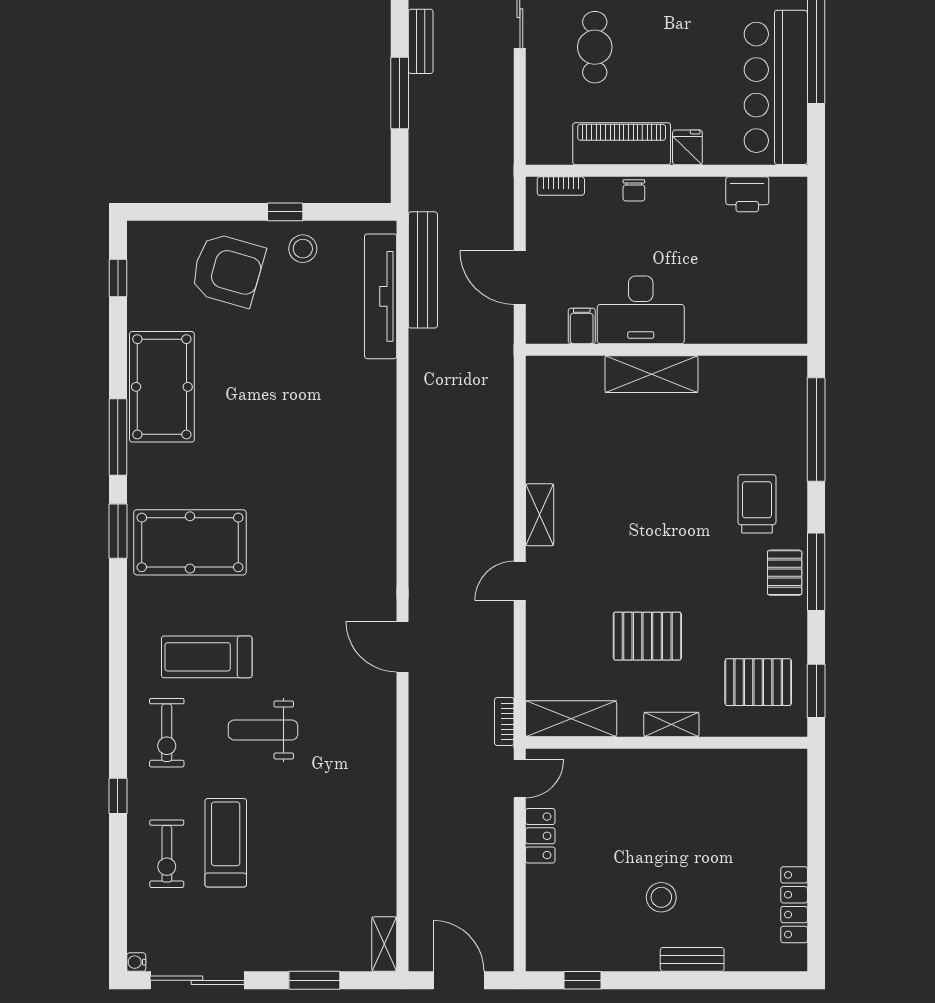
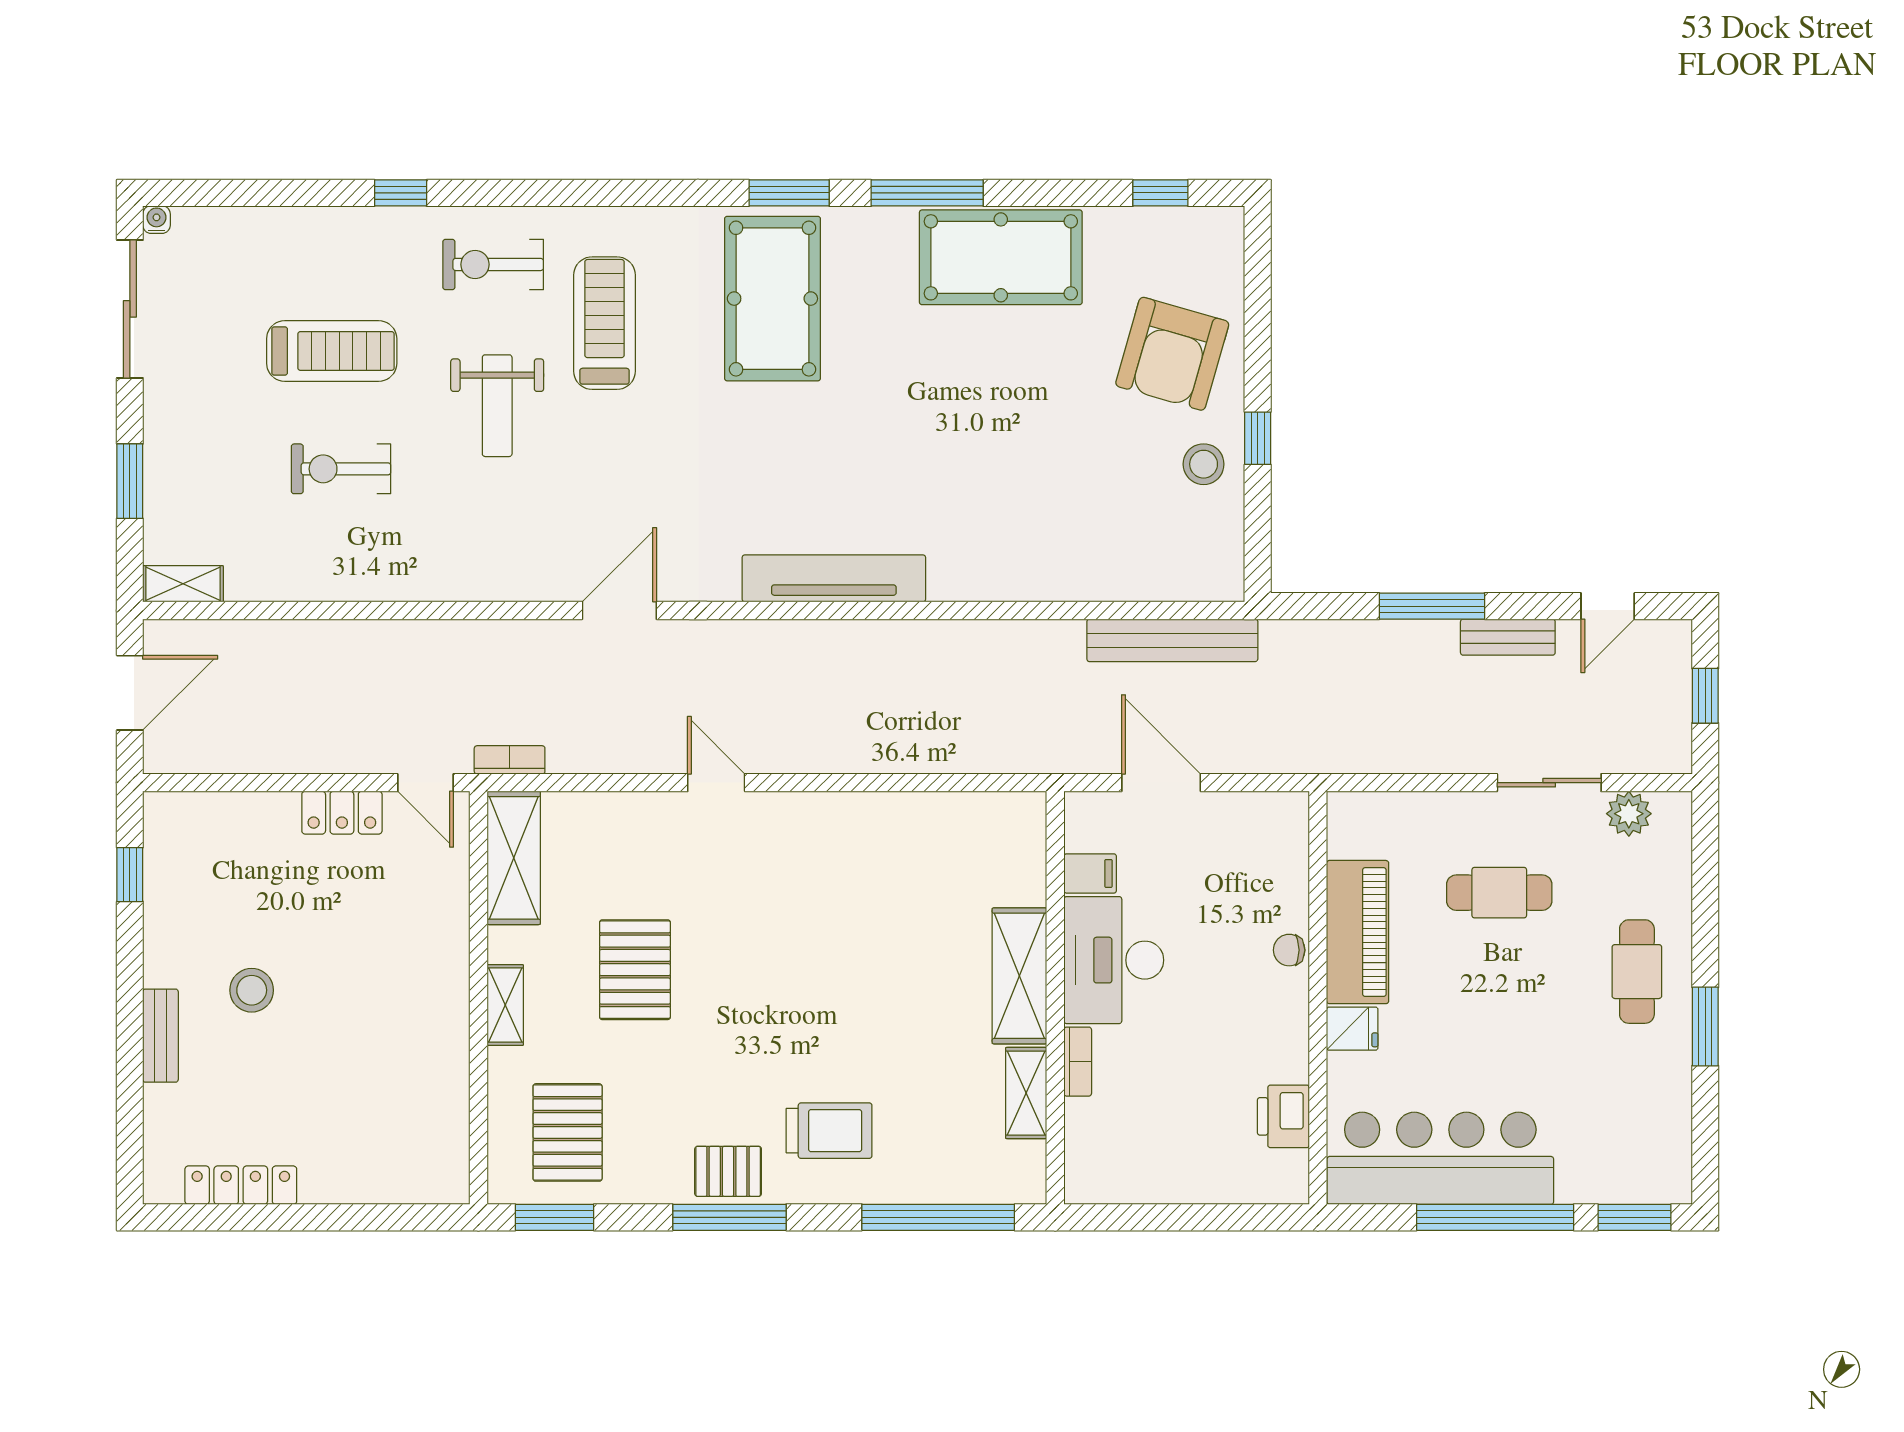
bookcase: (561, 186) -> (1078, 1062), moved, turned 180
door: (520, 278) -> (1161, 783), hinge flipped
tv unit: (381, 296) -> (834, 578), moved
shelving: (540, 515) -> (1026, 1093), moved, turned 90
weight bench: (263, 730) -> (497, 406), turned 180
exercise bike: (167, 854) -> (341, 469), moved

